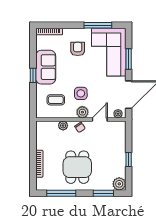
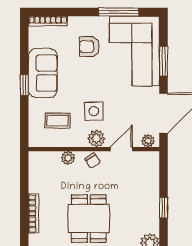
armchair: (78, 49) -> (89, 47), turned -90

